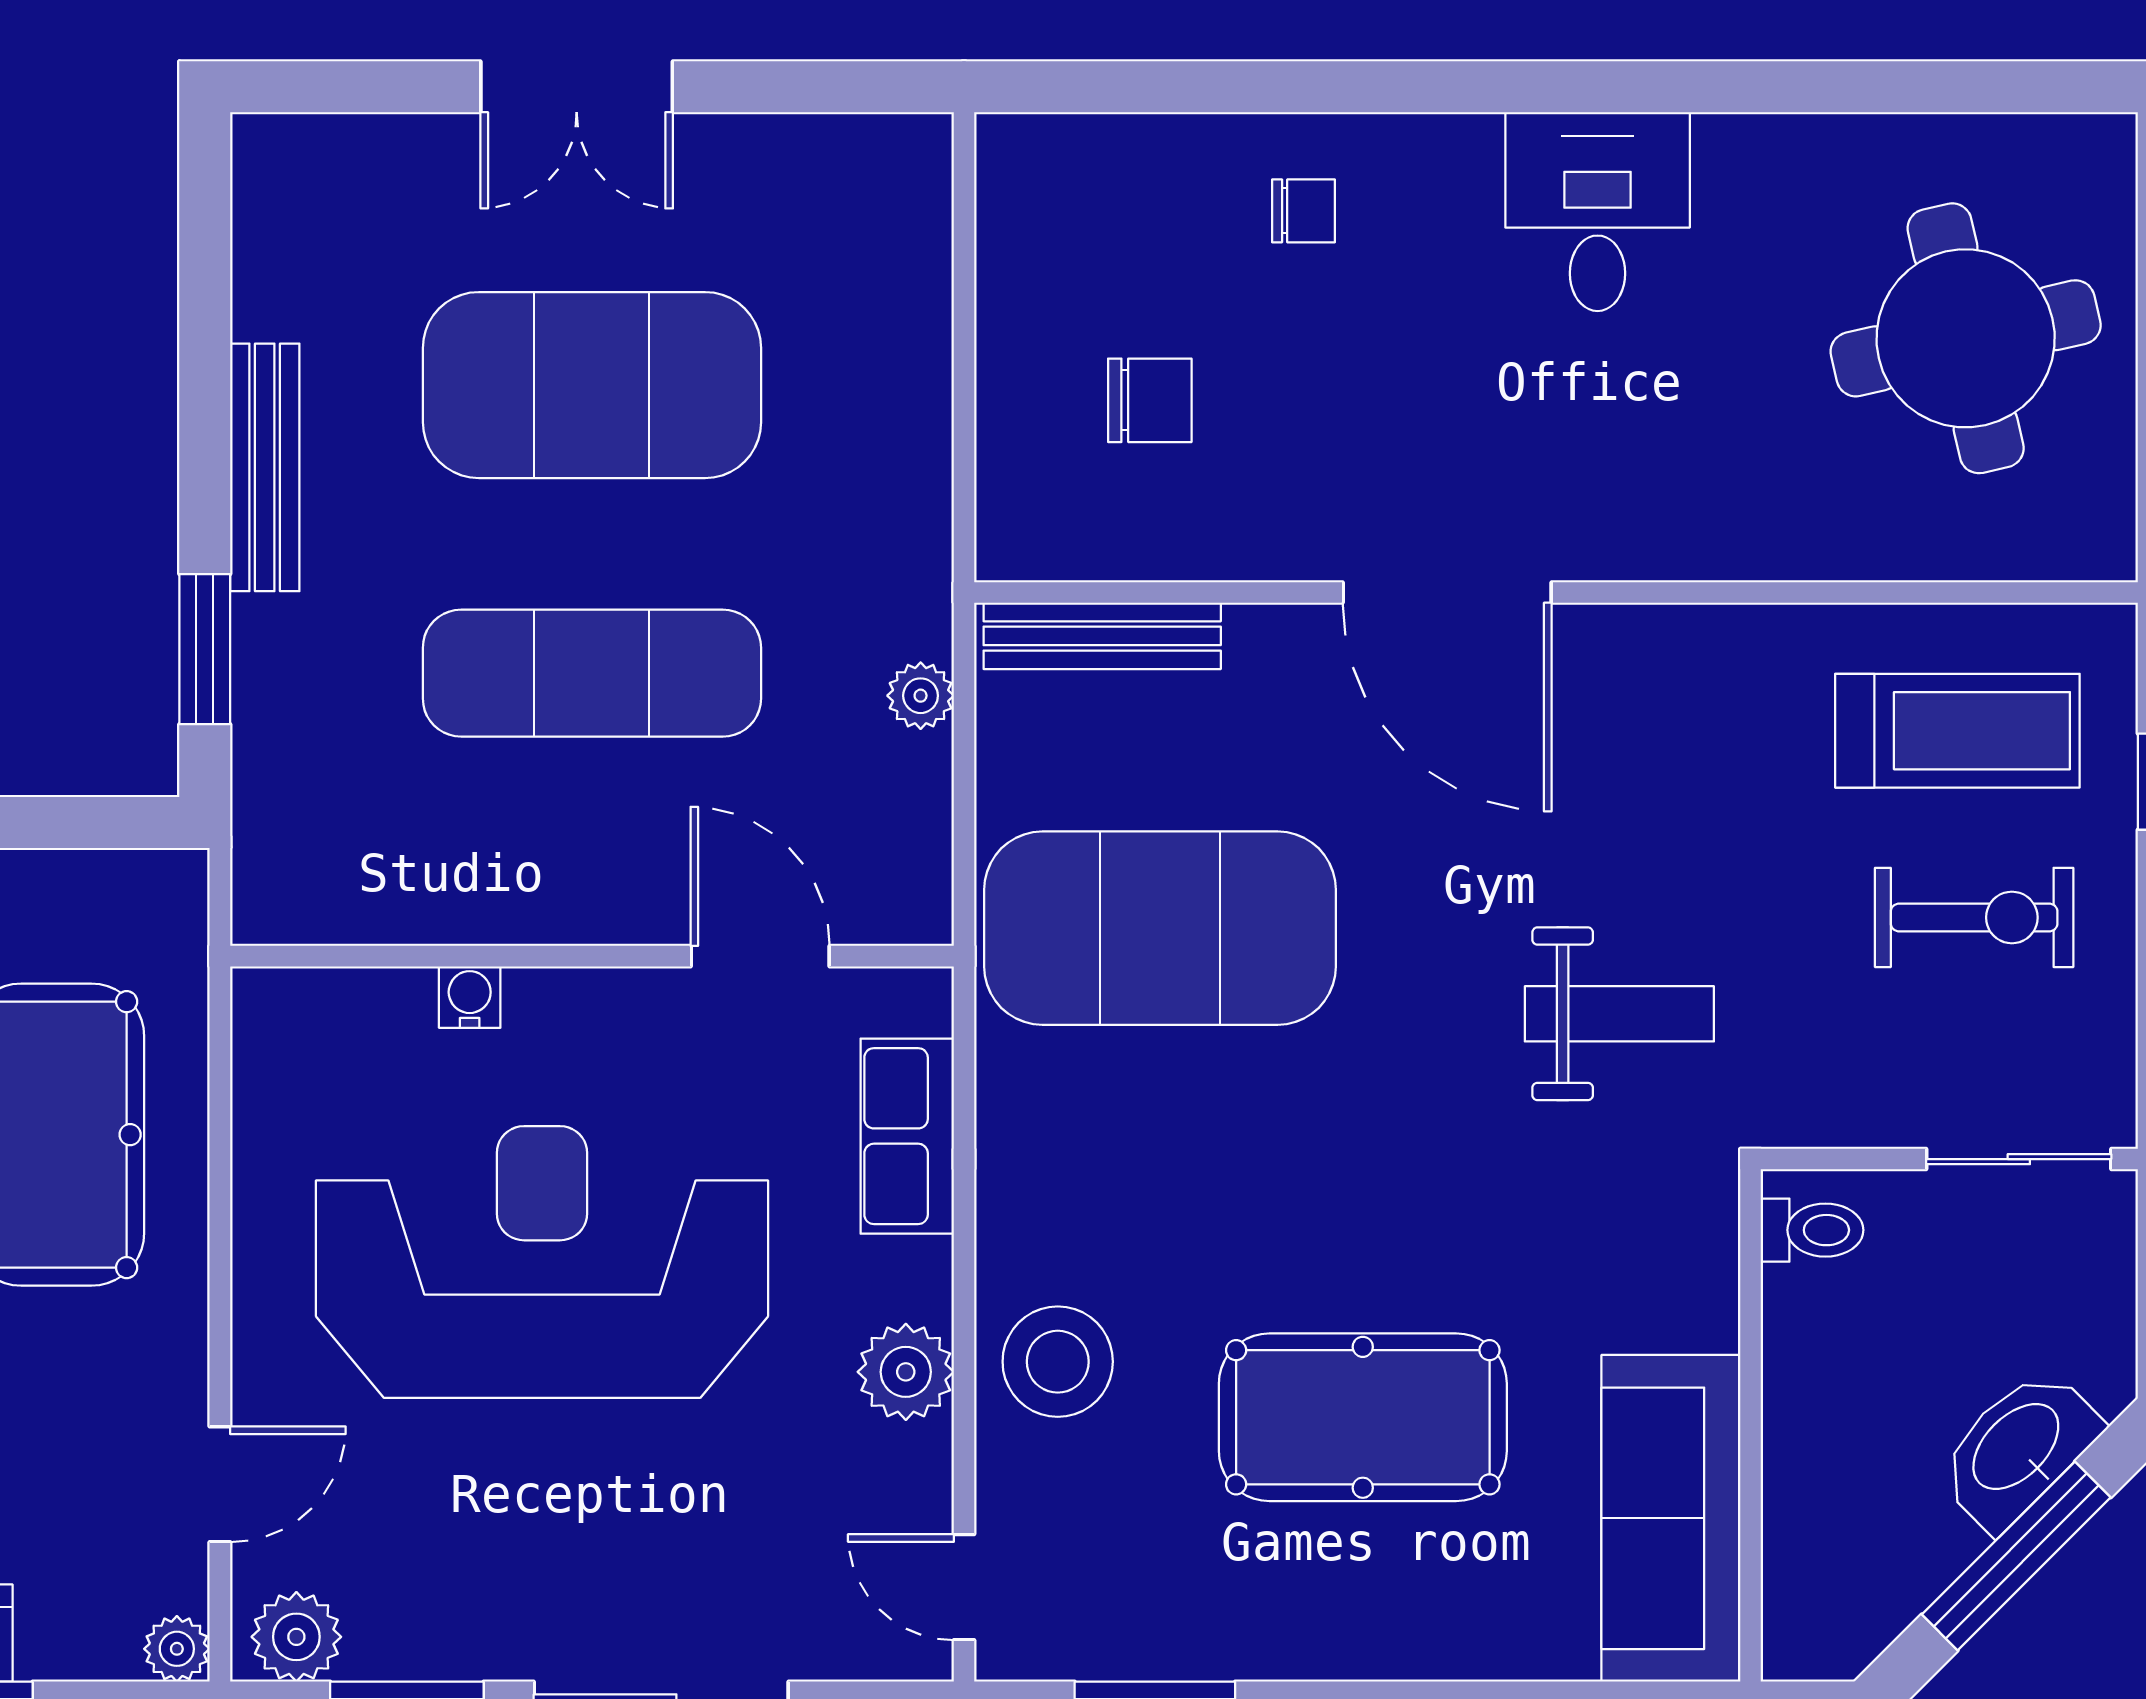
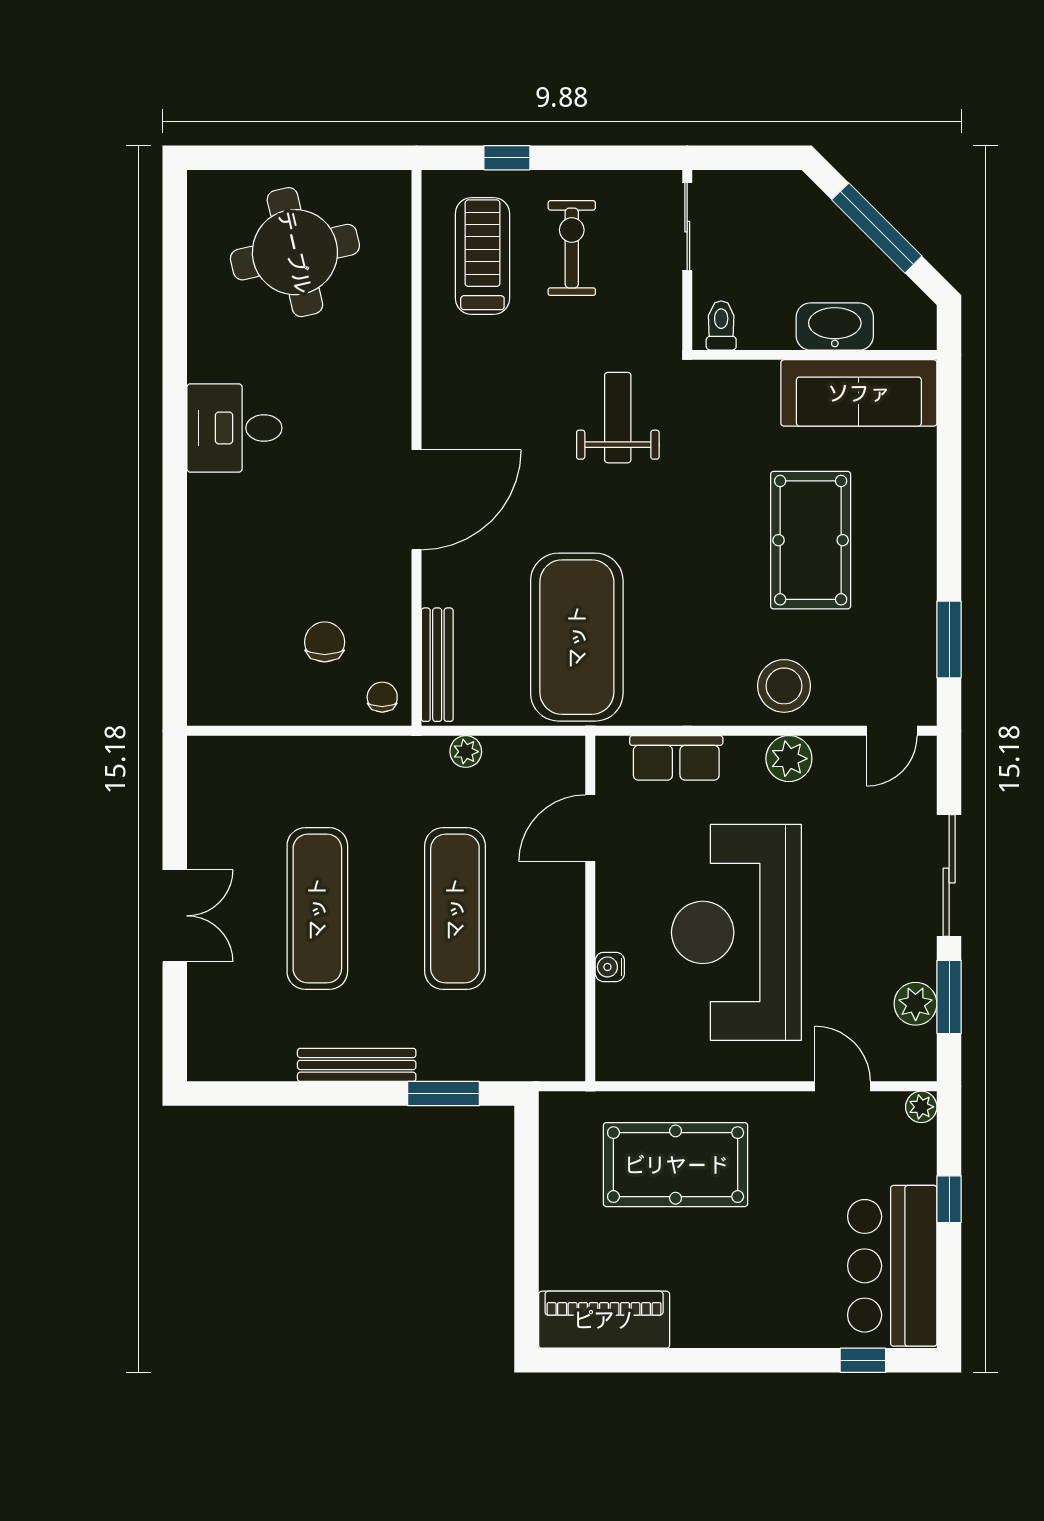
chair: (1303, 211) -> (382, 697), moved
exercise mat: (592, 385) -> (317, 909), width x0.68
washbasin: (2018, 1449) -> (835, 326), moved, turned 135
plant: (296, 1637) -> (916, 1004), moved

